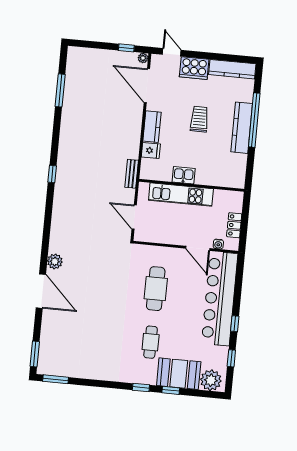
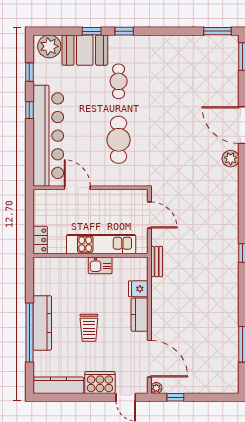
locker: (234, 225) -> (40, 240), moved
water cooler: (218, 244) -> (55, 195), removed

